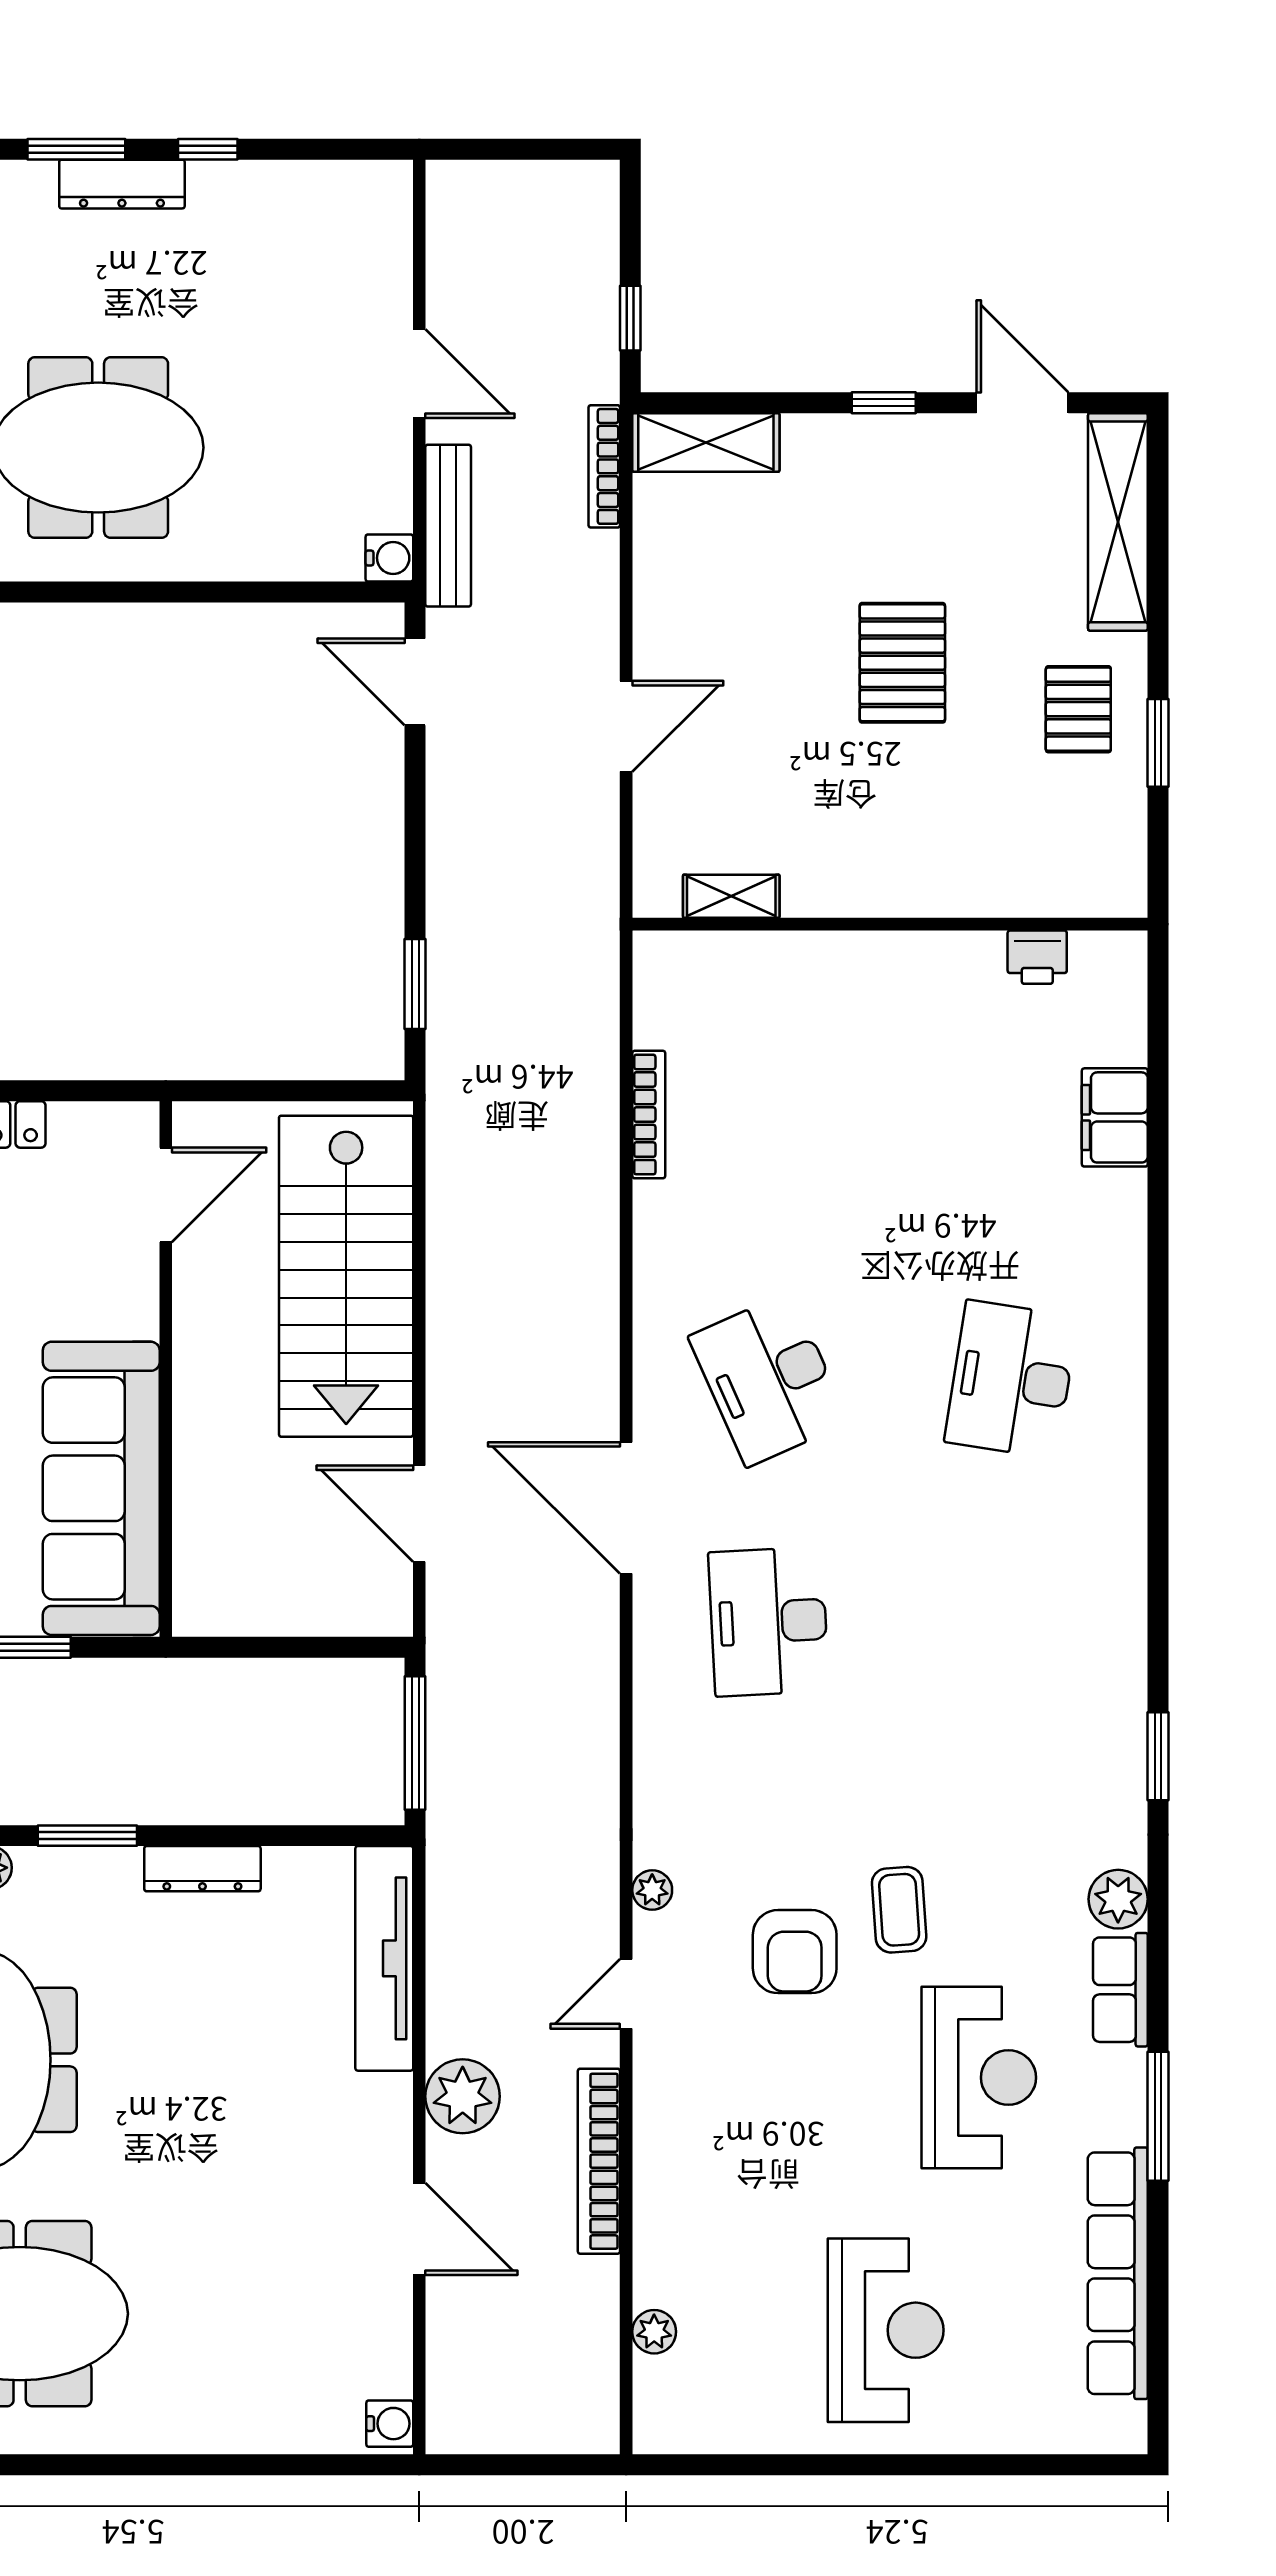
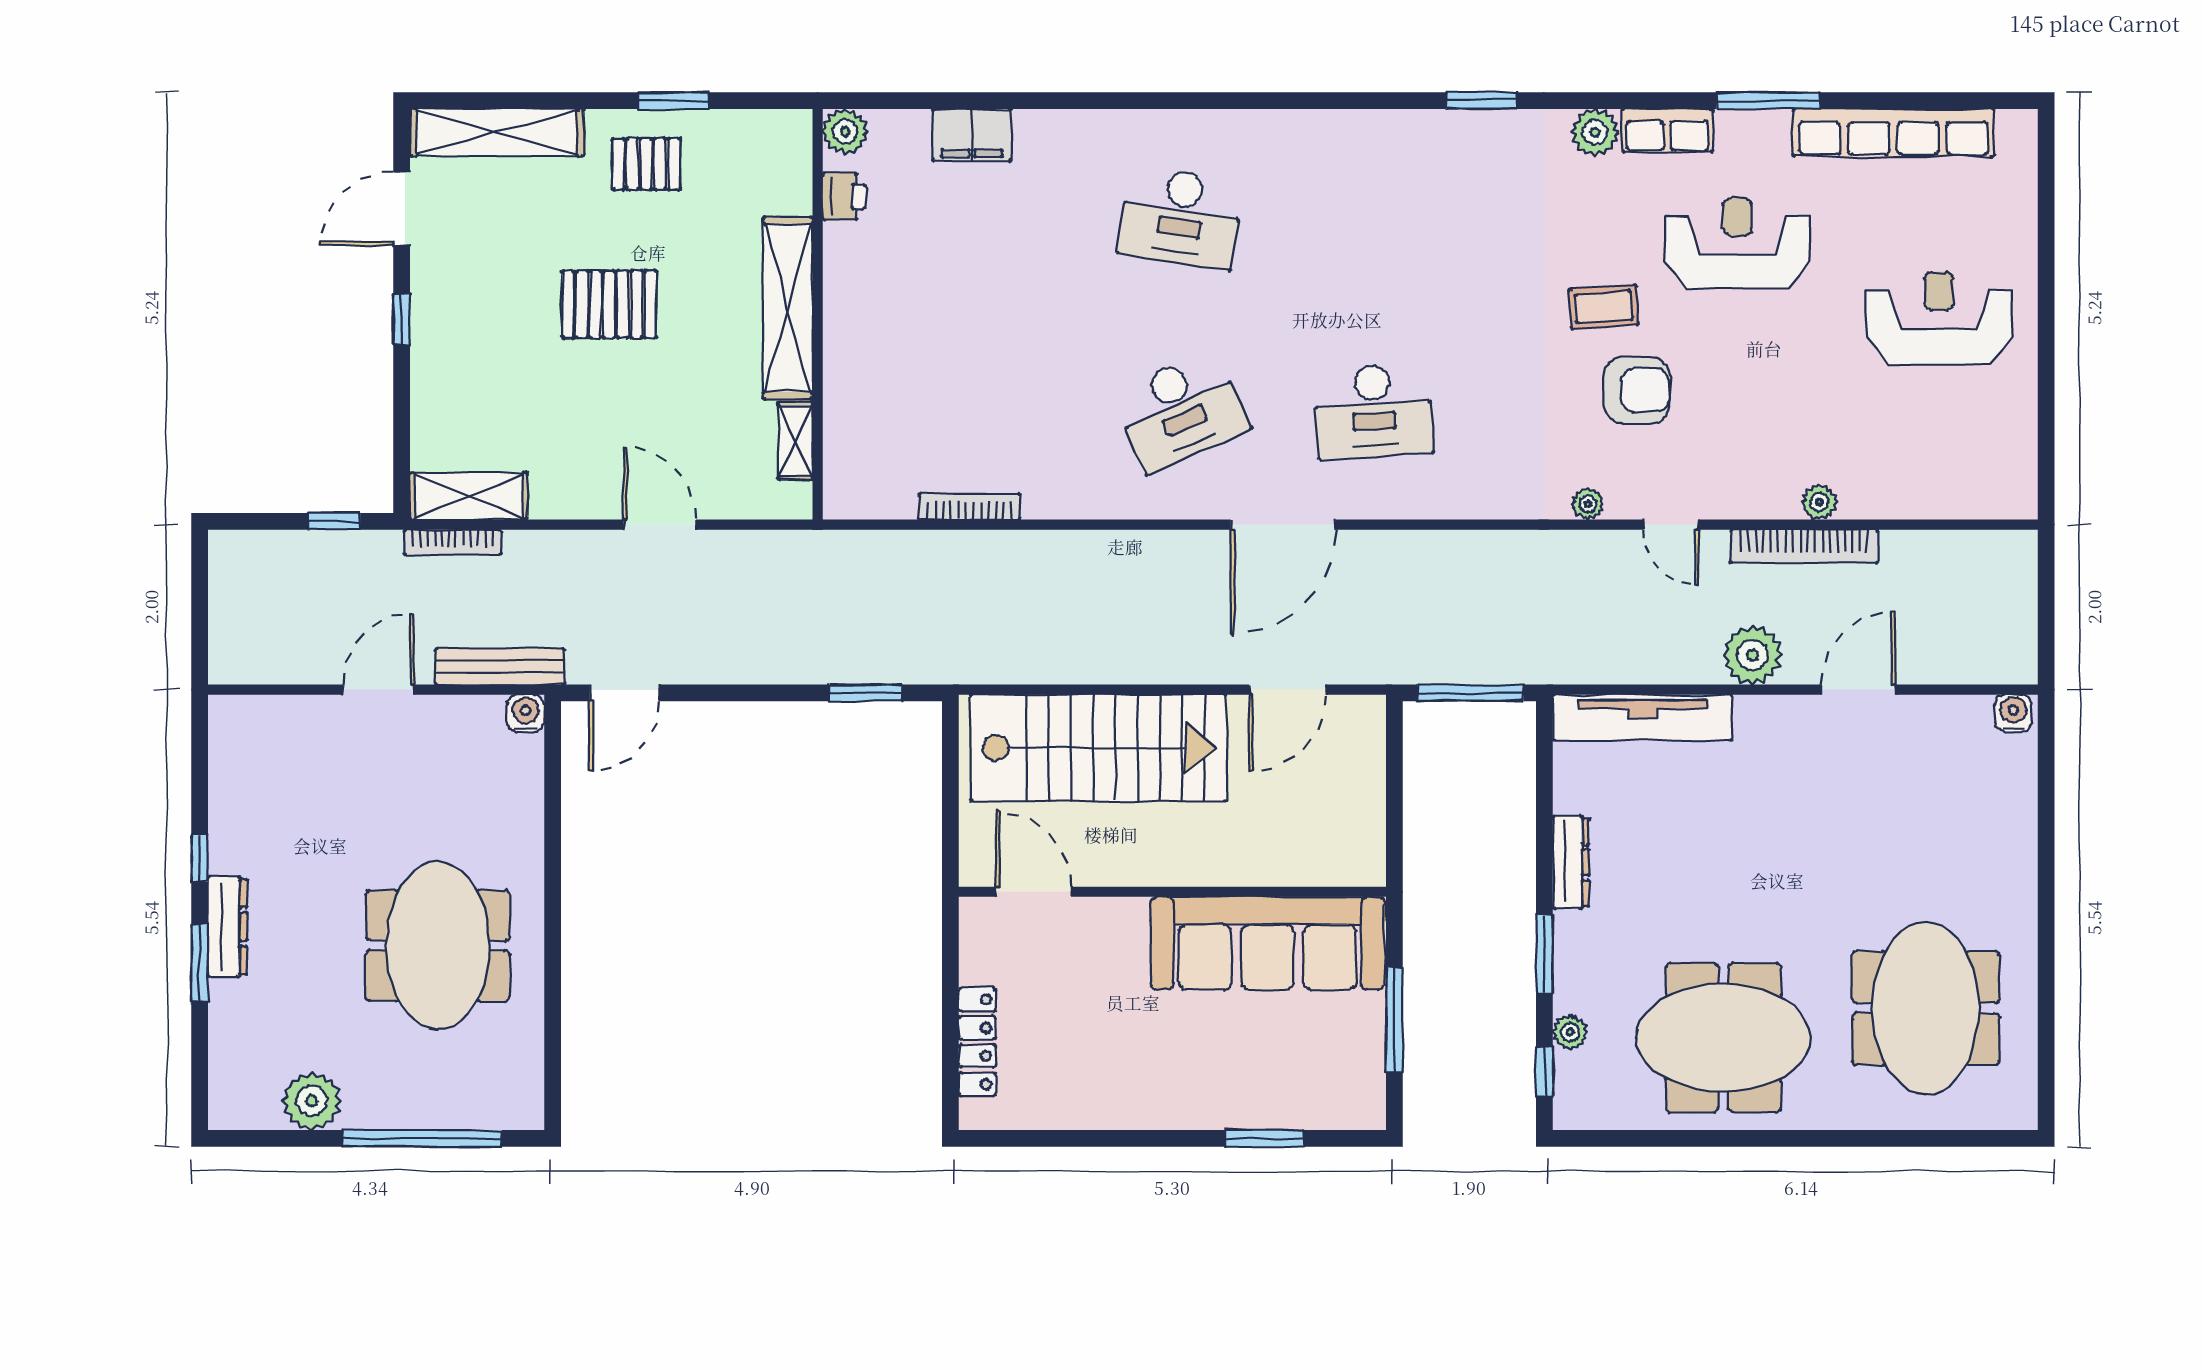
shelving: (706, 442) -> (469, 496), moved, turned 90
shelving: (898, 887) -> (788, 308), added
plant: (1119, 959) -> (845, 132), added
plant: (654, 2332) -> (1819, 502), moved

